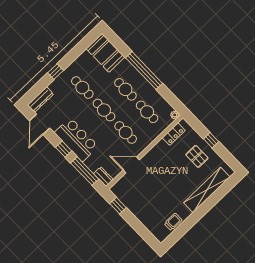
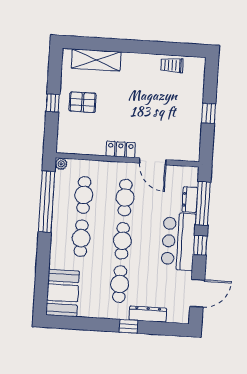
window: (144, 71) -> (47, 202), moved
dresser: (41, 100) -> (148, 314), moved
locker: (174, 134) -> (121, 149), moved
pallet: (197, 156) -> (83, 102), turned 90
dresser: (103, 177) -> (190, 200), moved
shelving: (207, 190) -> (96, 60), width x0.68
window: (118, 206) -> (209, 113), moved

